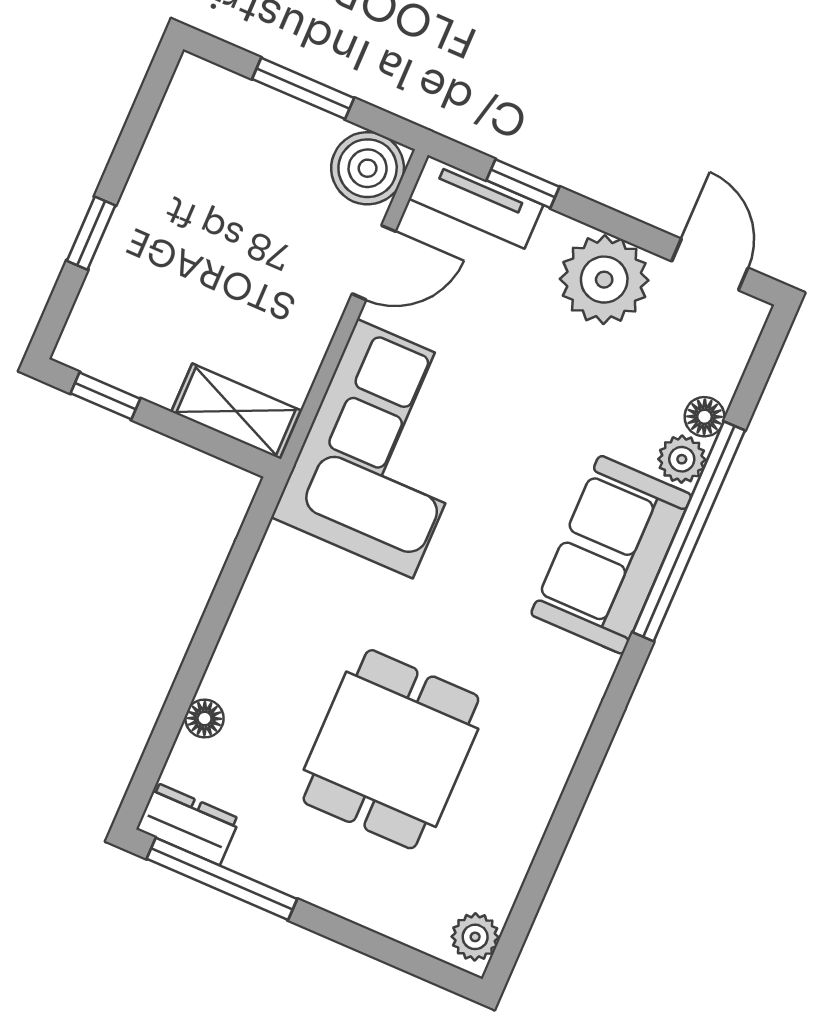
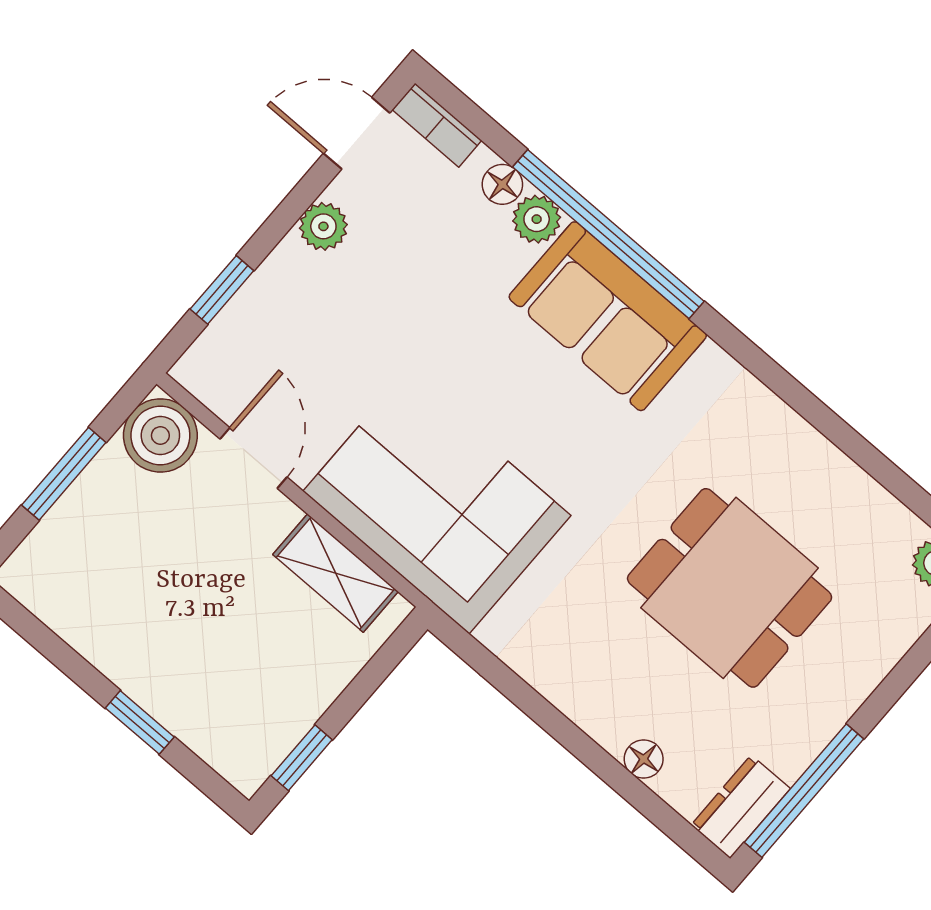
tv unit: (476, 202) -> (226, 341), removed
plant: (604, 280) -> (323, 226), width x0.53, depth x0.53
bookcase: (741, 338) -> (437, 125), added
shelving: (236, 411) -> (335, 573), moved, turned 90

